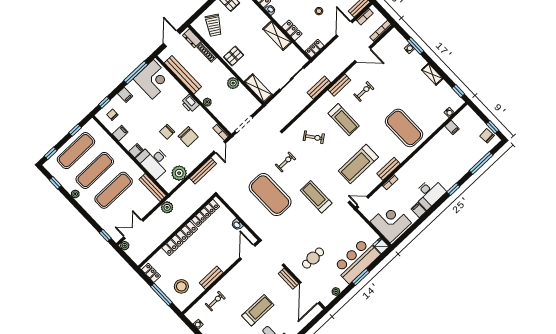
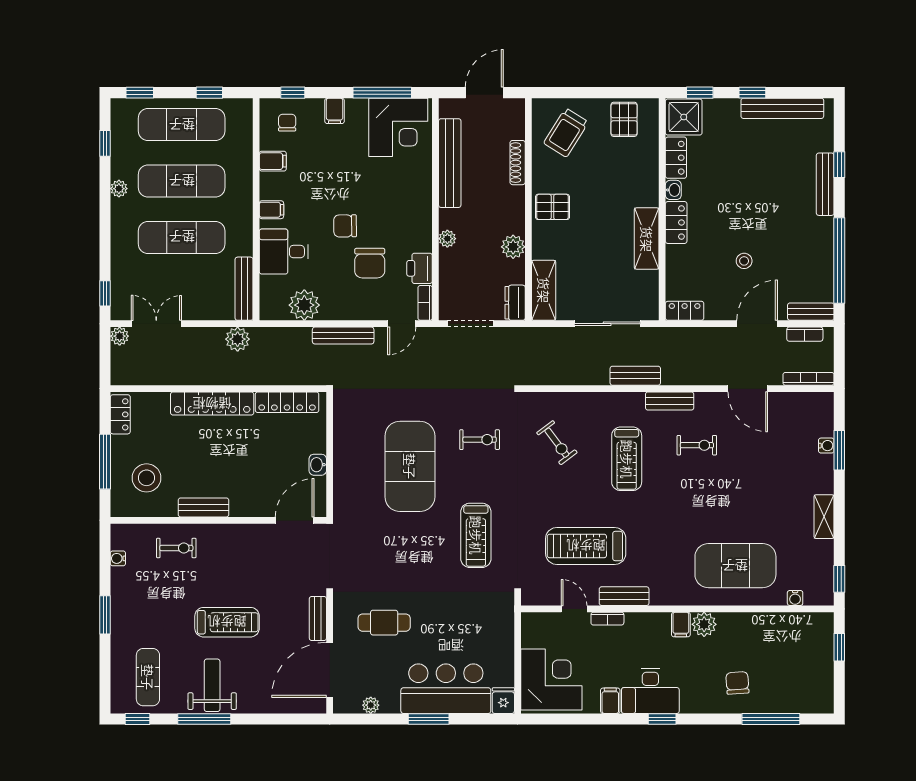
locker: (292, 30) -> (676, 222), moved
dresser: (192, 38) -> (515, 303), moved
printer: (190, 103) -> (420, 268), moved
window: (493, 127) -> (839, 647), moved
exercise mat: (404, 128) -> (735, 566), moved, turned 90
filing cabinet: (452, 128) -> (681, 625), moved
chair: (487, 136) -> (737, 683), moved
plant: (426, 152) -> (704, 624), added
desk: (154, 161) -> (284, 252), width x0.73
window: (453, 189) -> (662, 719), moved
treadmill: (316, 197) -> (476, 535), turned 180
door: (363, 202) -> (574, 609), moved

